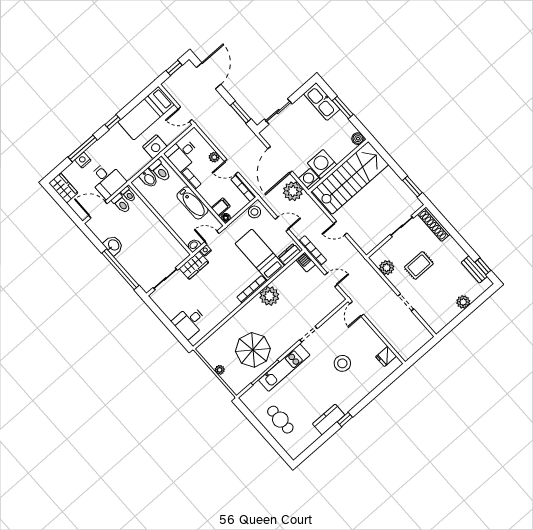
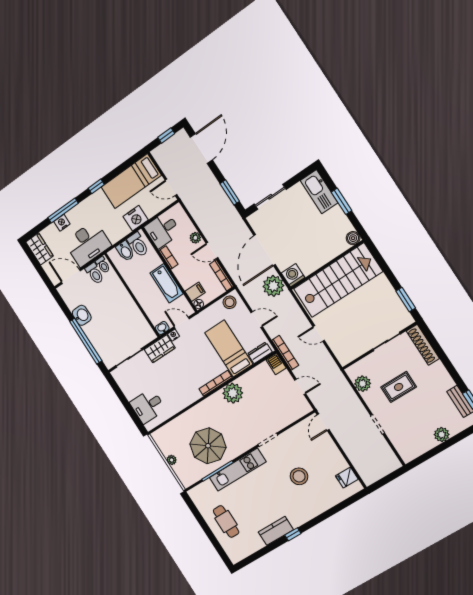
washing machine: (322, 164) -> (309, 261), removed
desk: (107, 180) -> (88, 244), width x1.37

